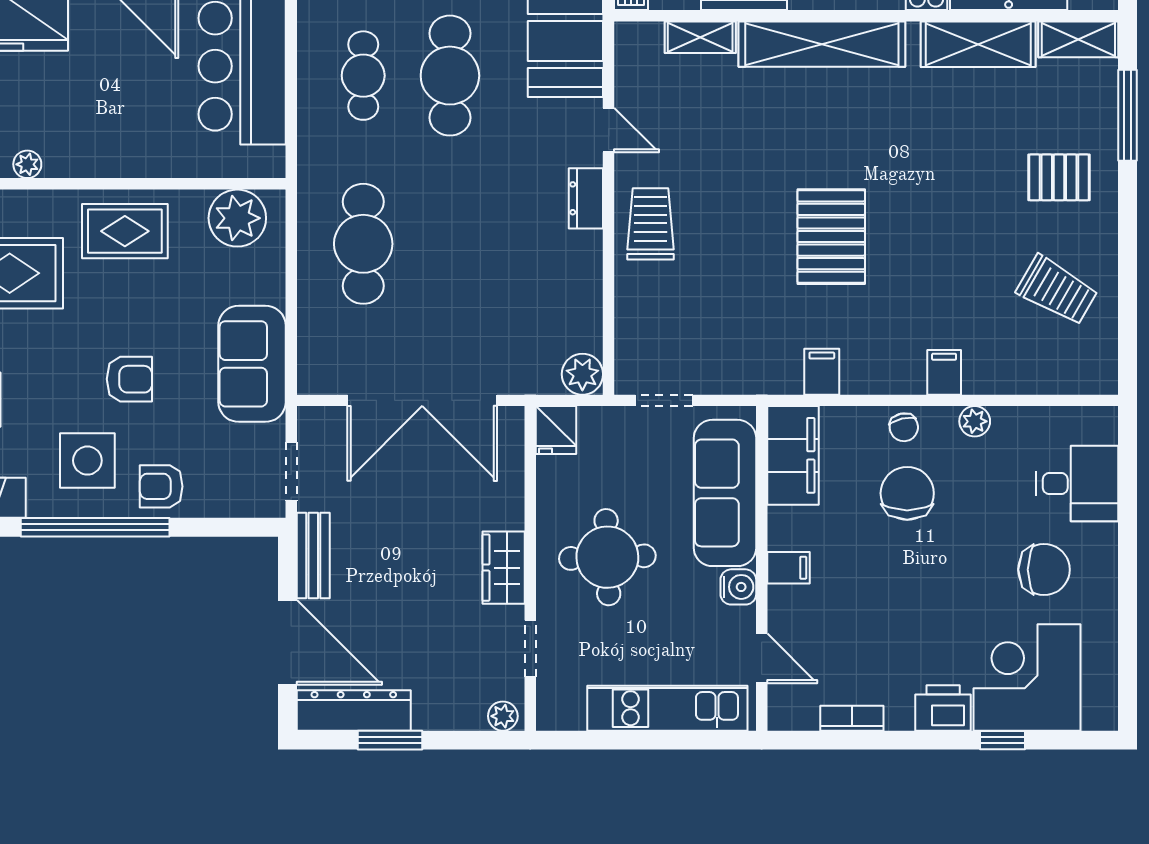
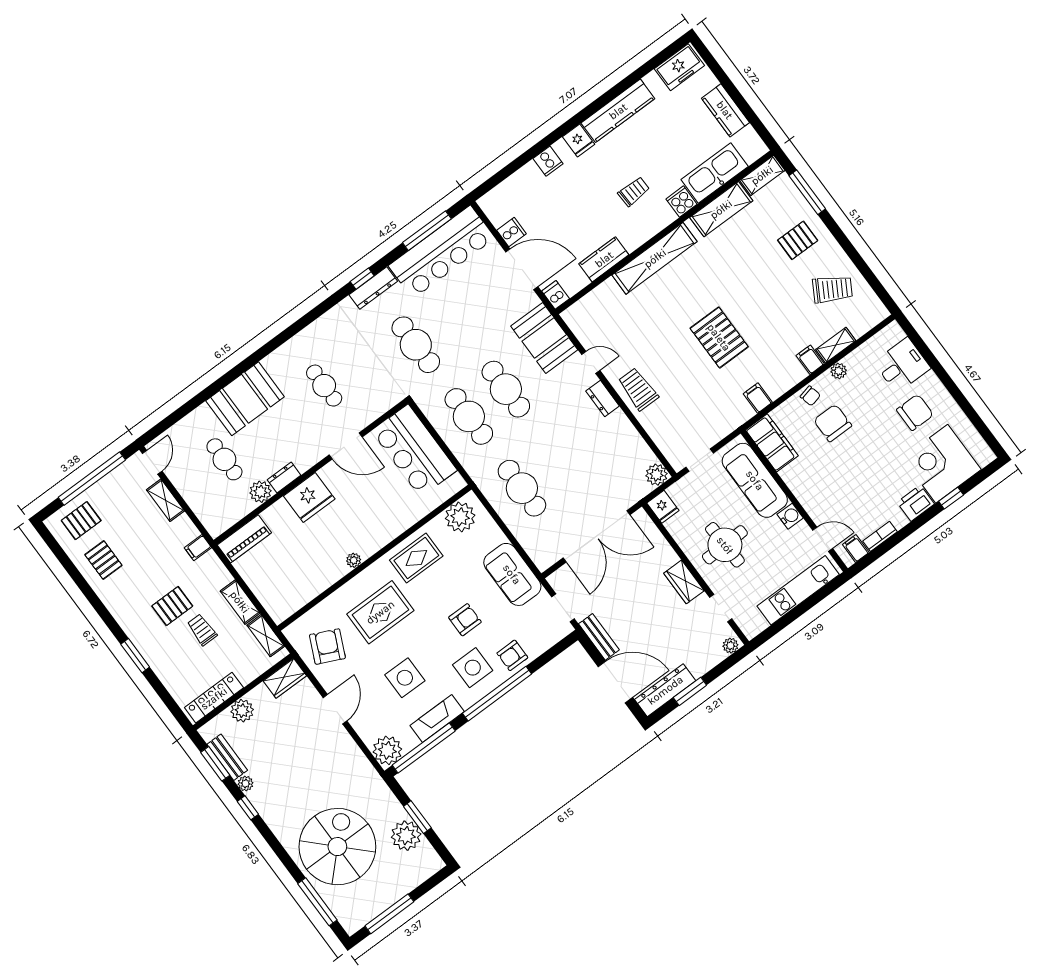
shelving: (700, 37) -> (836, 345), moved
cafe table: (363, 76) -> (469, 416), width x1.37, depth x1.35
filing cabinet: (788, 568) -> (856, 548), moved, turned -90

